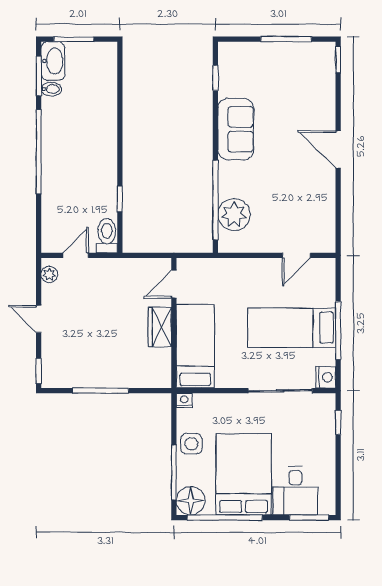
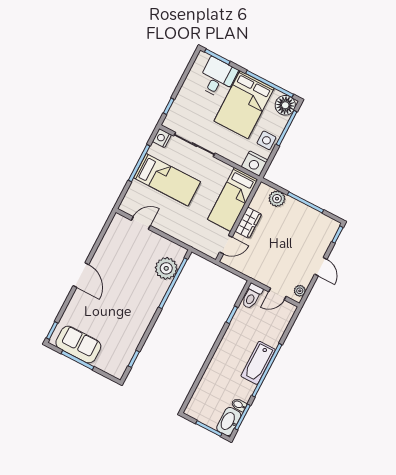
sofa: (236, 129) -> (78, 345), moved, turned 90
bathtub: (55, 155) -> (258, 363), added
plant: (139, 376) -> (277, 199), added
nightstand: (184, 401) -> (255, 163), width x1.89, depth x1.79

